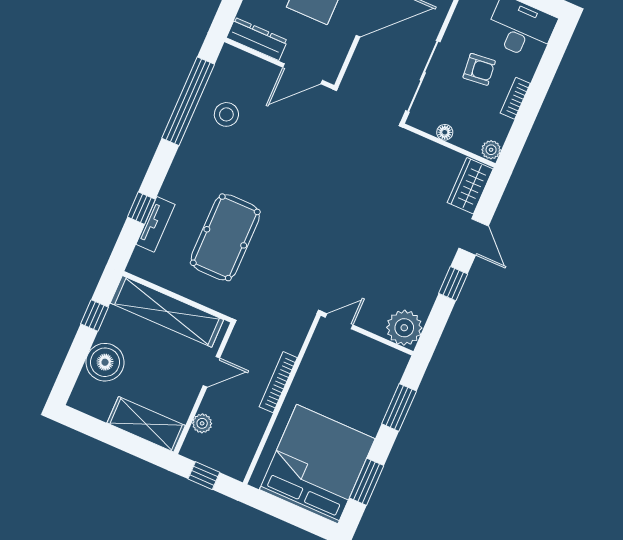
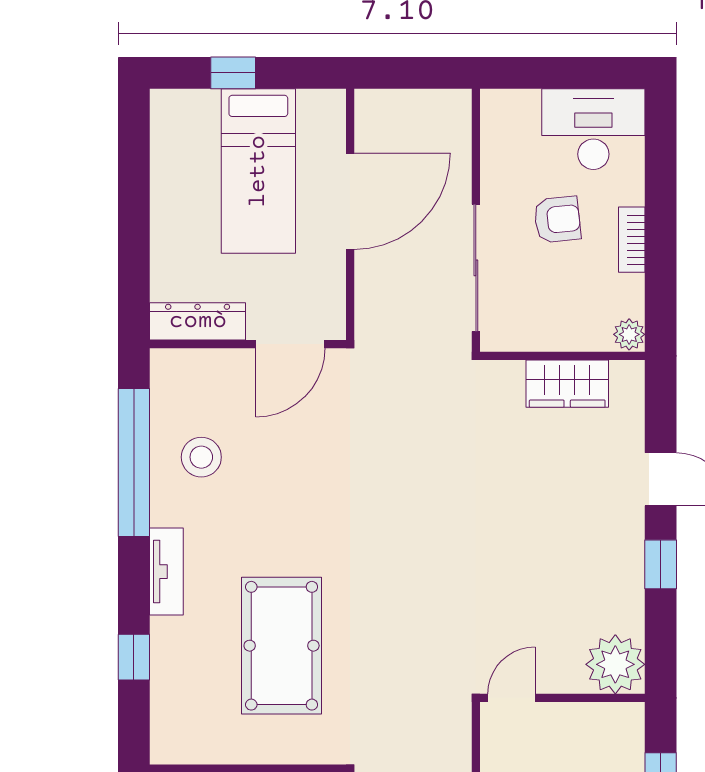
floor lamp: (445, 132) -> (547, 339), removed
wardrobe: (470, 186) -> (567, 384), moved, turned -90
tv unit: (156, 224) -> (166, 572), moved

